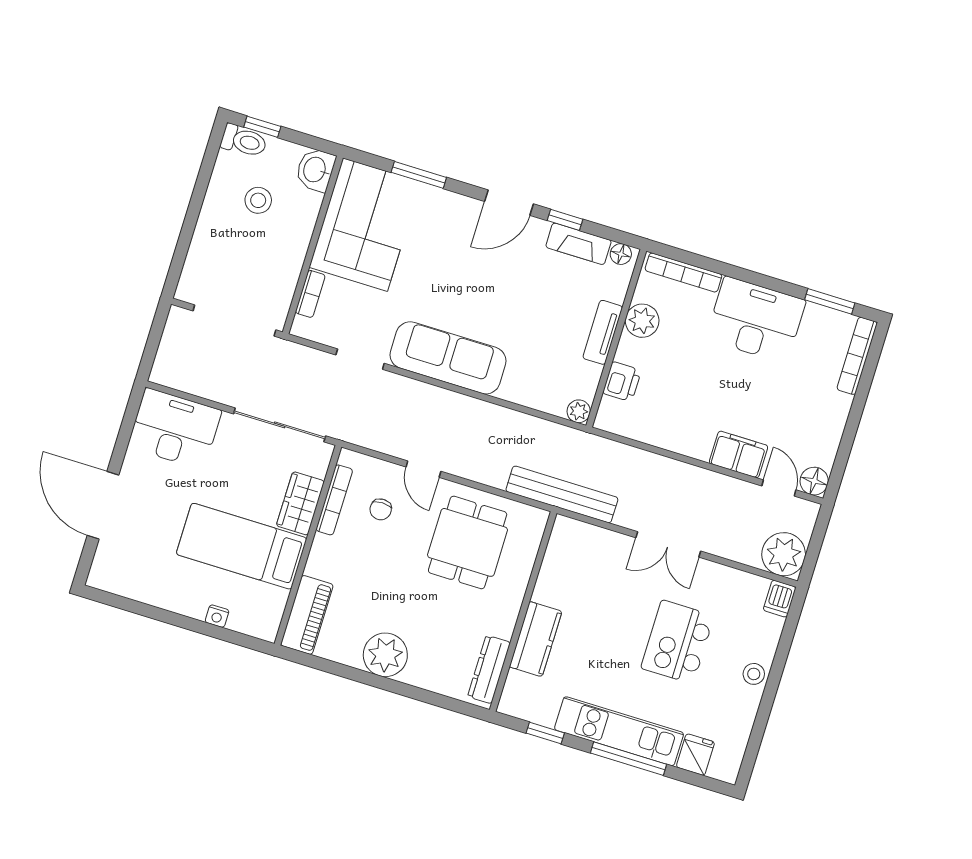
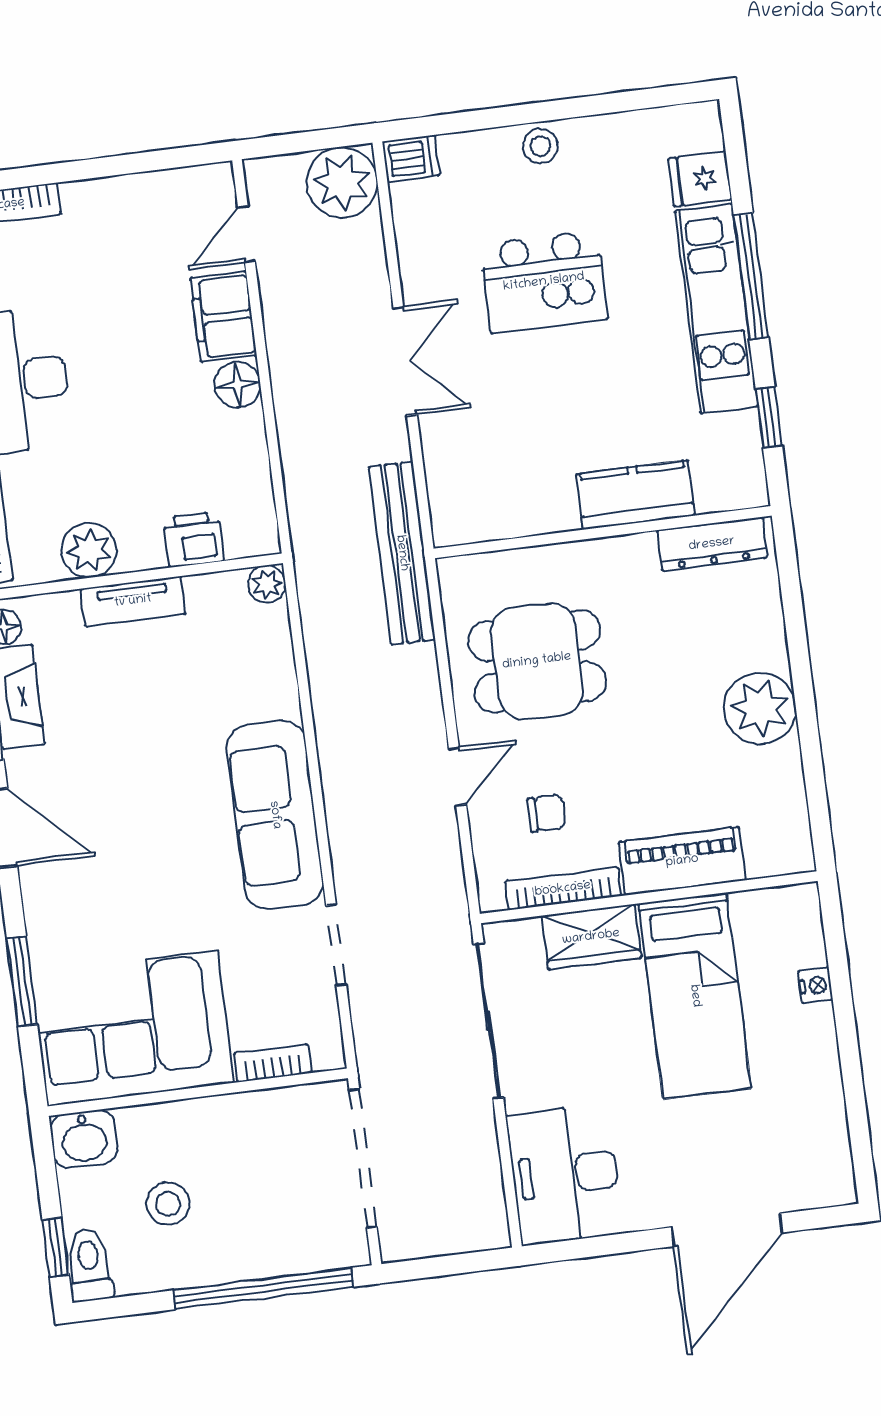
window: (187, 232) -> (263, 1288), added
floor lamp: (814, 481) -> (237, 385), moved
piano: (307, 615) -> (682, 861), moved

